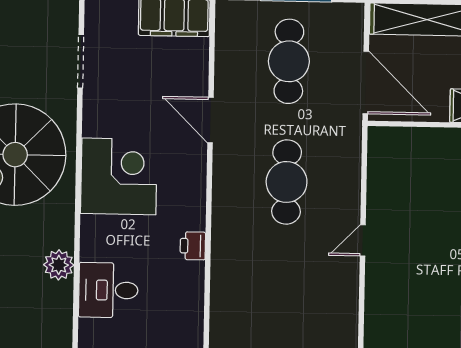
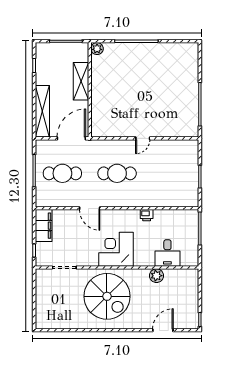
door: (210, 120) -> (90, 208), hinge flipped
door: (363, 240) -> (143, 138), hinge flipped

